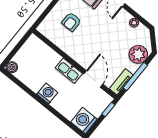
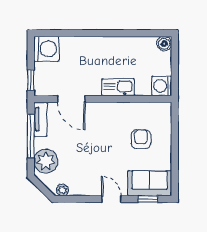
plant: (134, 23) -> (63, 190), moved
kitchen sink: (69, 71) -> (118, 87), moved
washing machine: (47, 93) -> (162, 86), moved, turned 90

